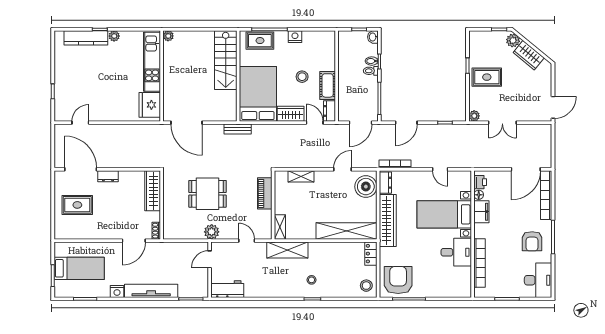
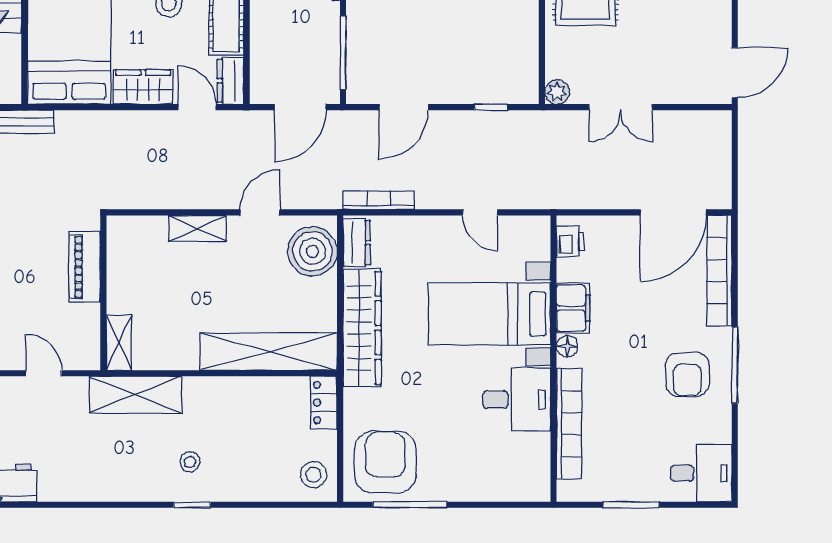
shelving: (301, 176) -> (198, 228), moved
floor lamp: (479, 195) -> (567, 346), moved
desk: (538, 280) -> (701, 473), width x0.73

